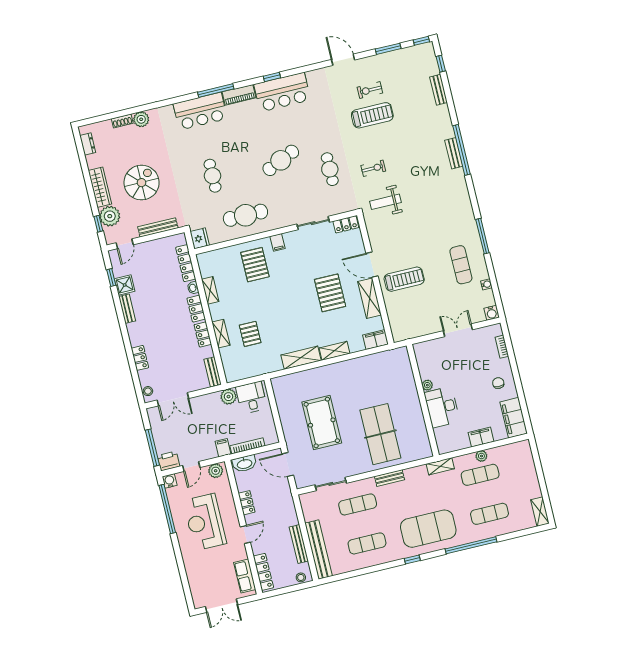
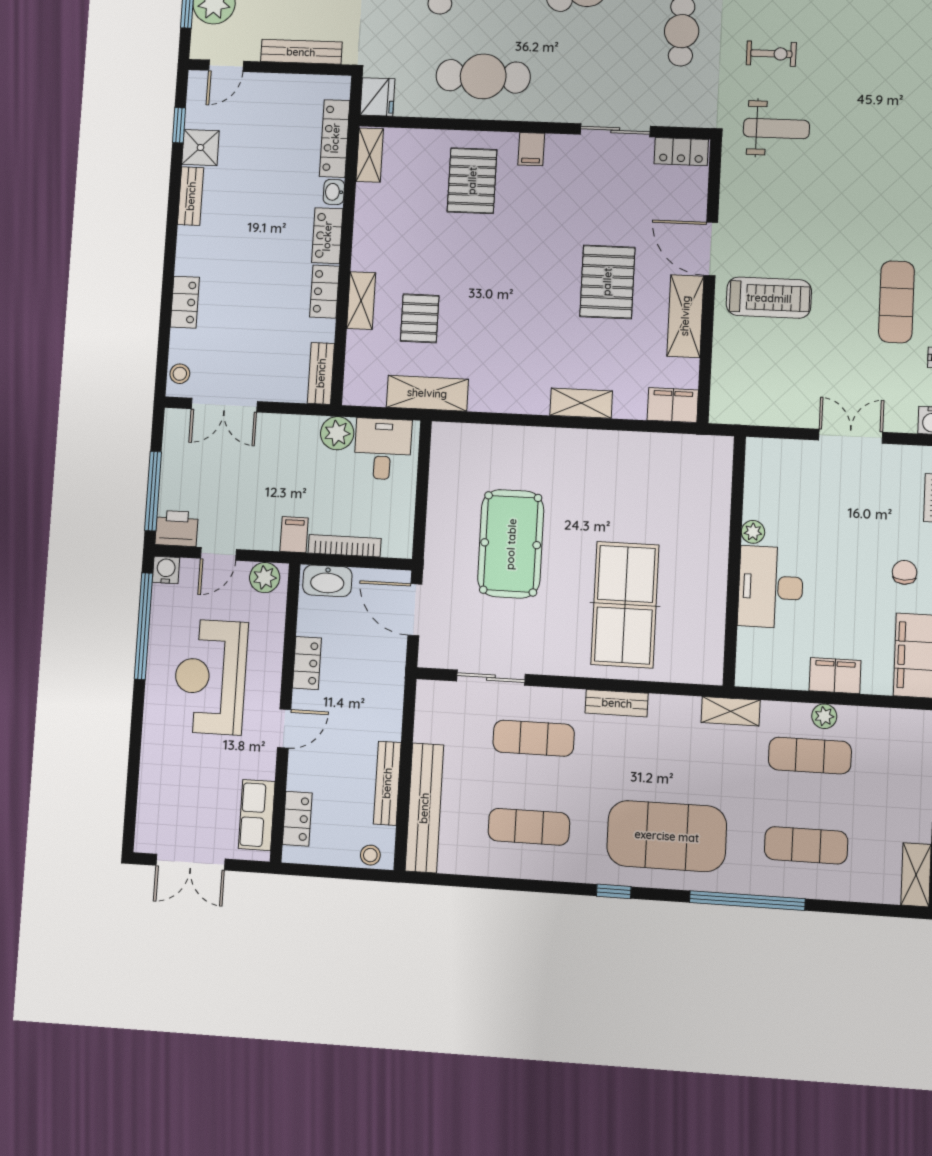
weight bench: (385, 202) -> (776, 128), turned 180
shelving: (210, 290) -> (370, 155), moved
shelving: (301, 358) -> (427, 393), moved
locker: (263, 572) -> (297, 819), width x0.66

